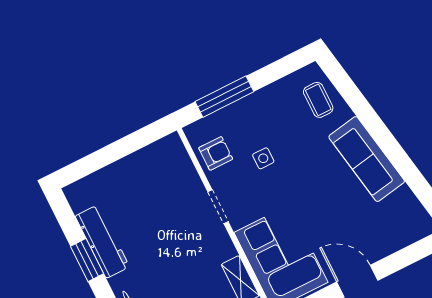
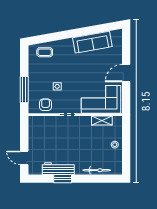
sofa: (367, 159) -> (92, 42), moved
door: (90, 164) -> (24, 158), added

